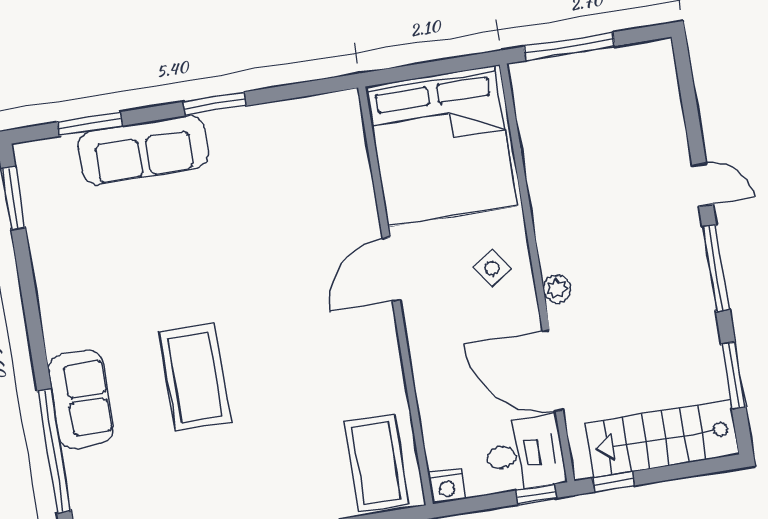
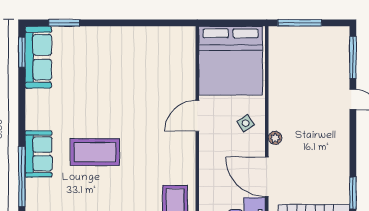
window: (215, 104) -> (126, 23), removed
sofa: (143, 150) -> (38, 57), moved, turned -90
window: (716, 268) -> (353, 57), moved
coffee table: (195, 377) -> (95, 152), turned 90

